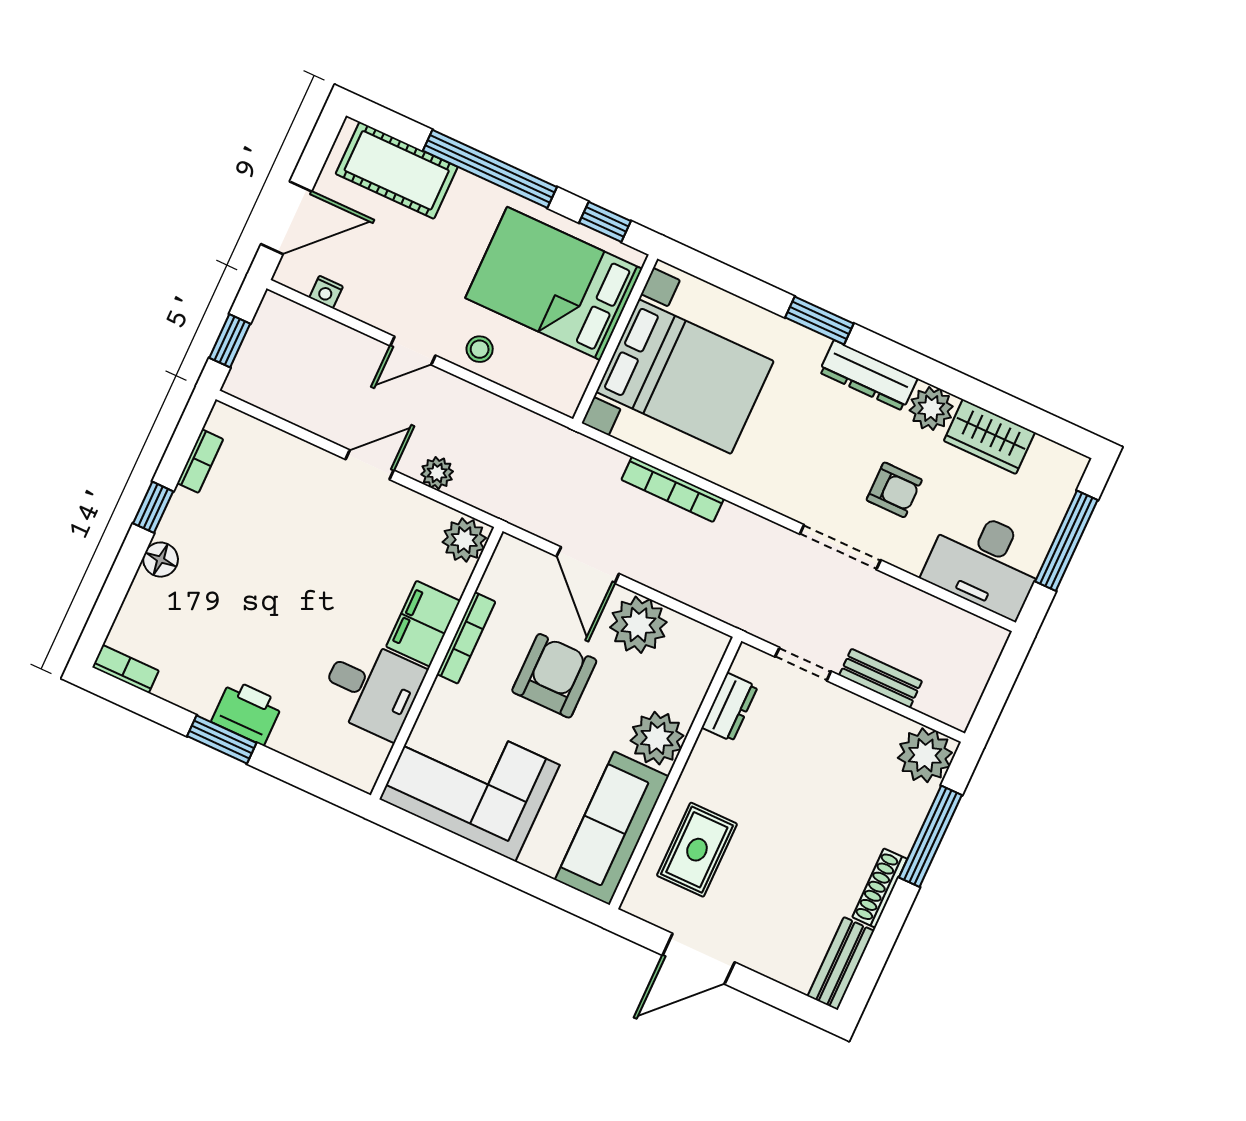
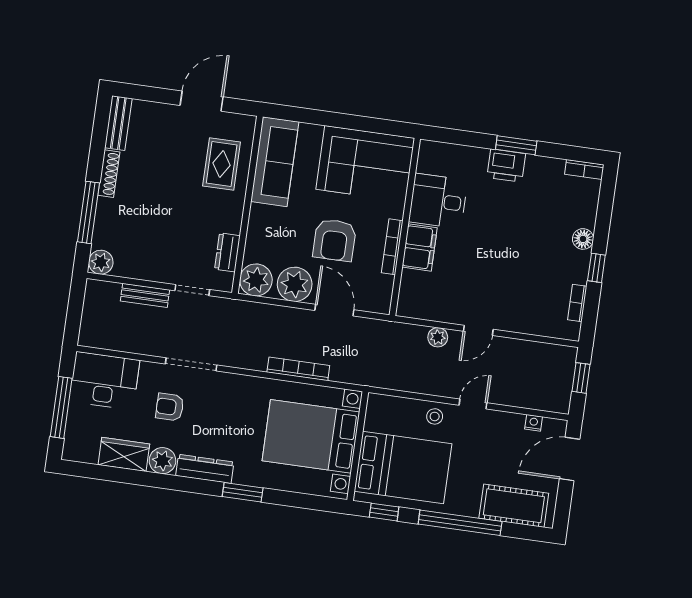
plant: (464, 540) -> (410, 303), removed
plant: (657, 738) -> (256, 280), moved
plant: (925, 755) -> (101, 262), width x0.73, depth x0.73

